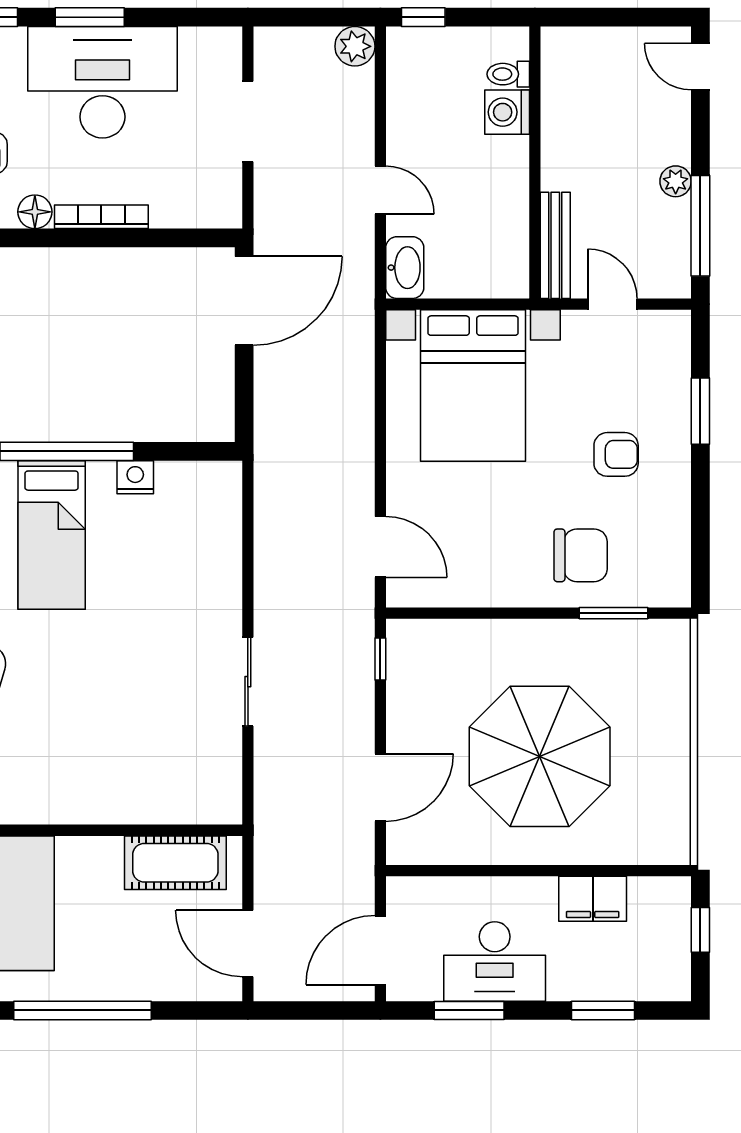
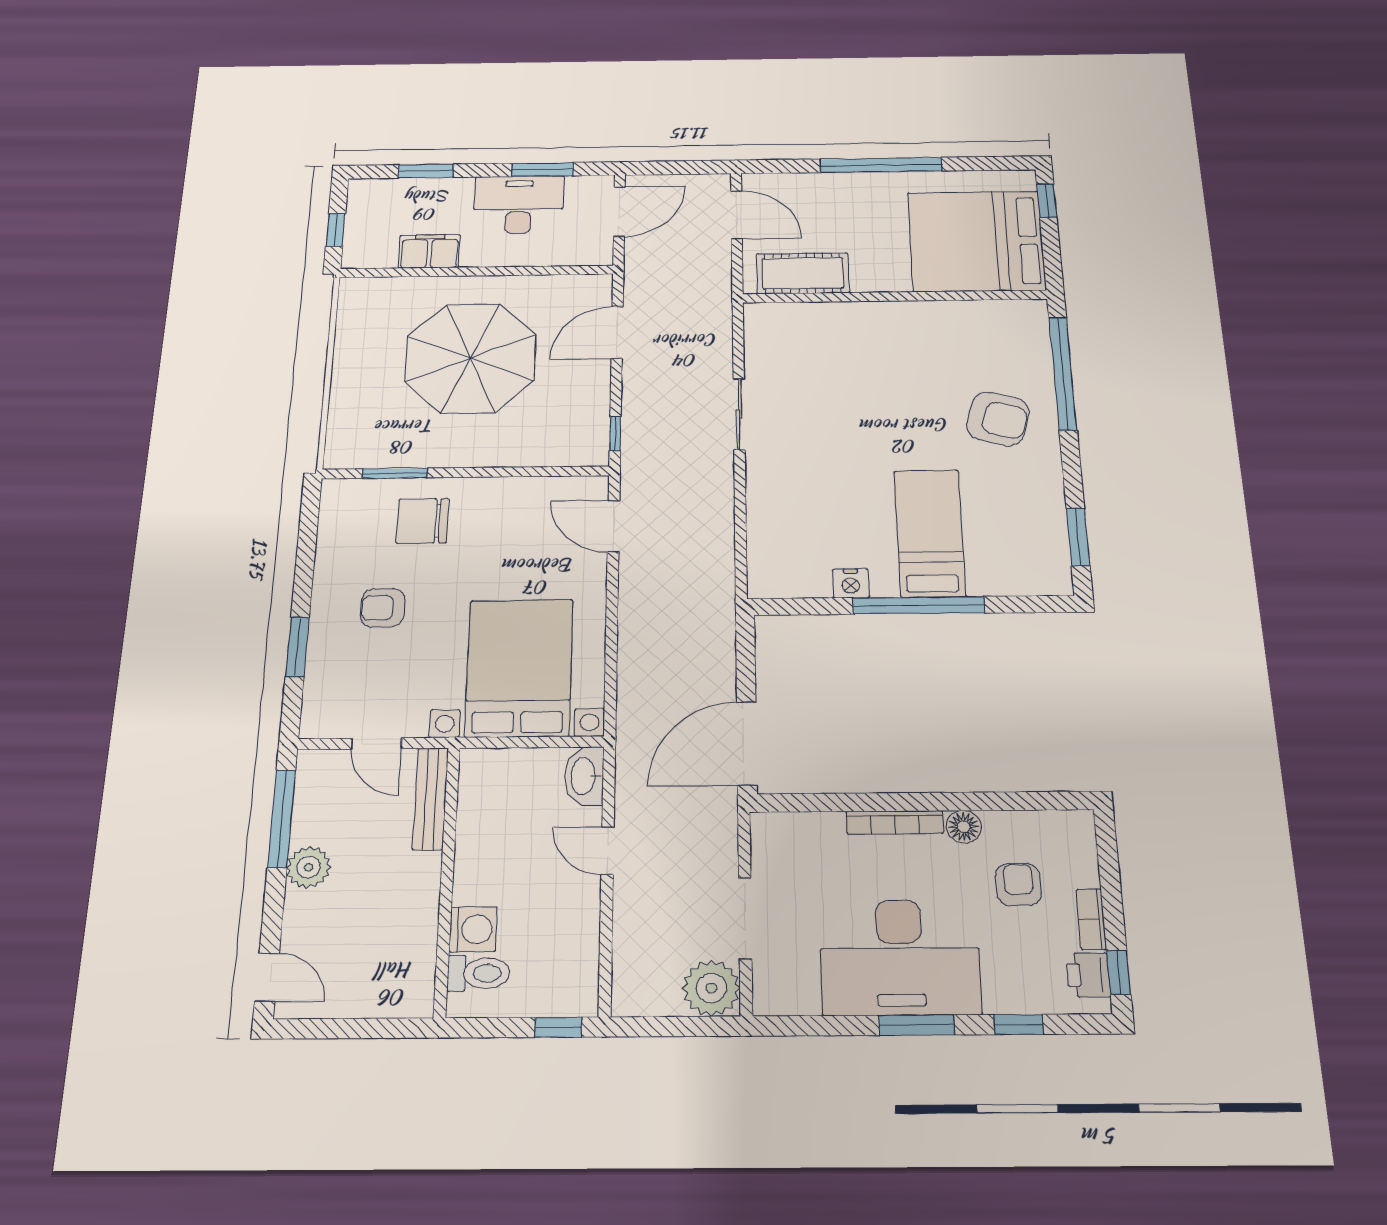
plant: (355, 46) -> (711, 988), moved, width x1.36, depth x1.36
toilet: (508, 74) -> (479, 973), width x1.37, depth x1.39
plant: (676, 181) -> (309, 867), width x1.38, depth x1.38

